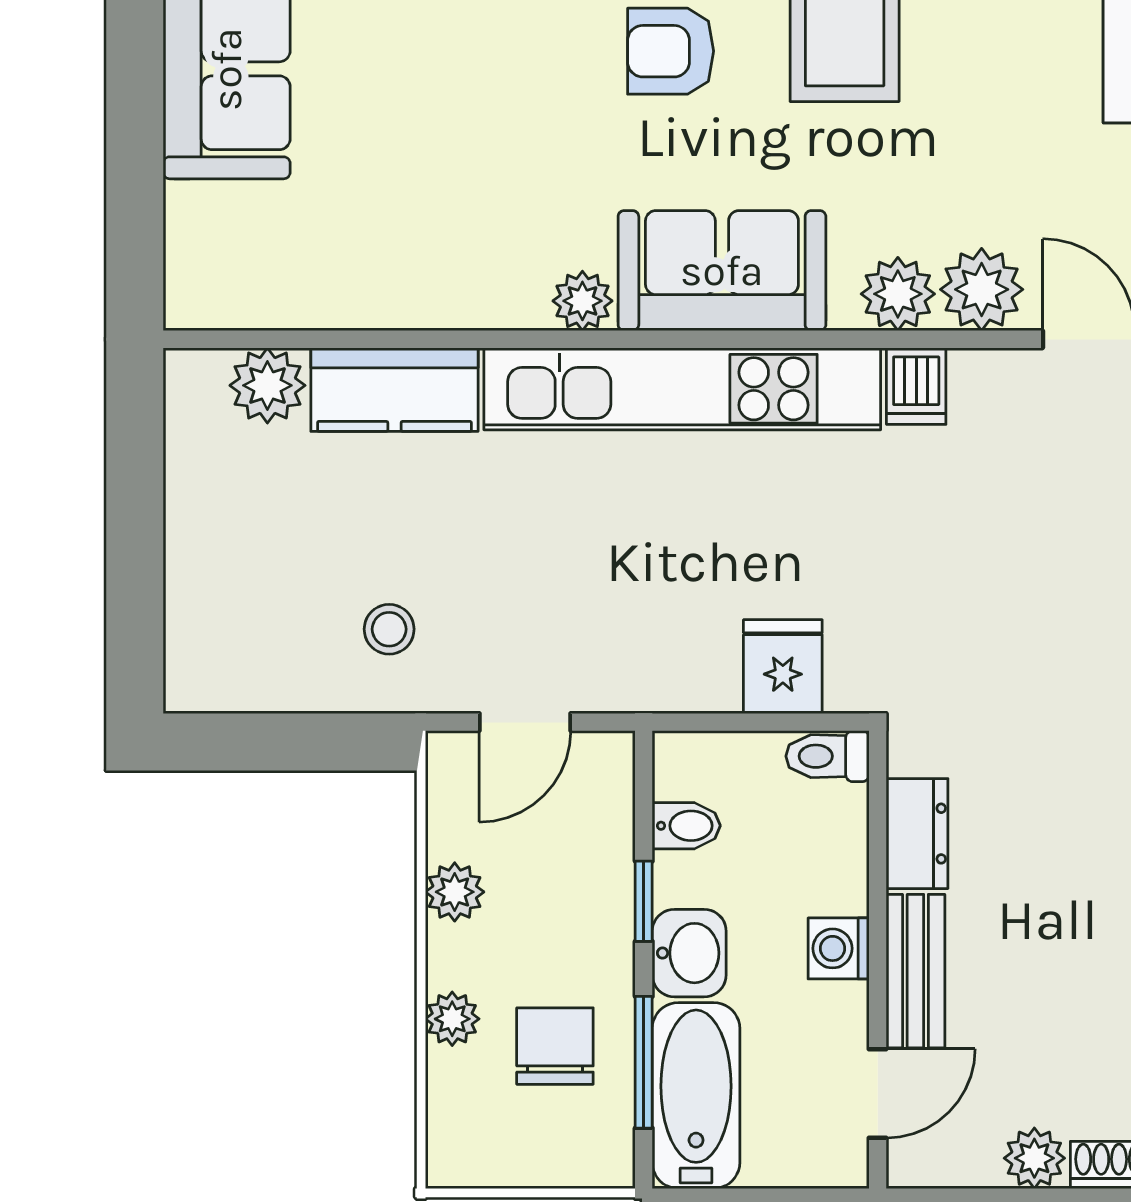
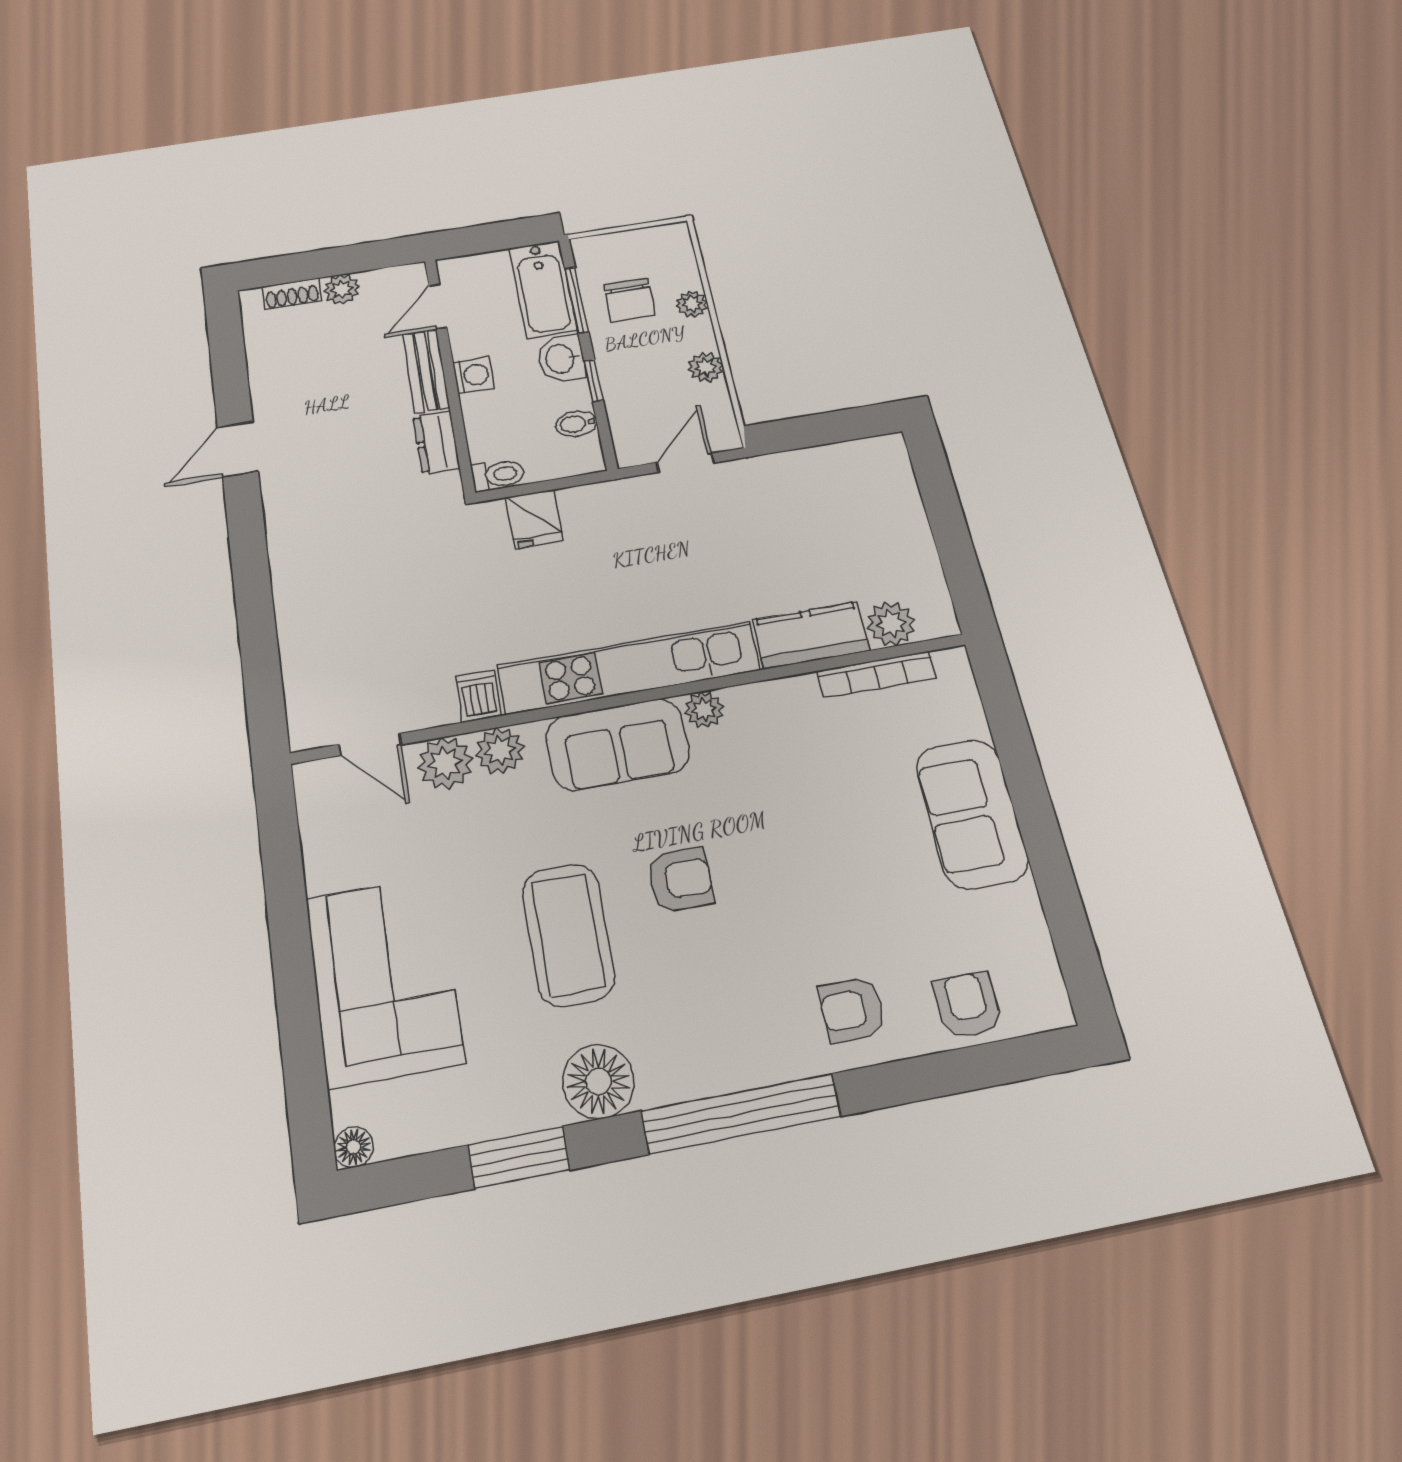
bookcase: (311, 308) -> (876, 674), added
stool: (389, 629) -> (780, 499), removed

